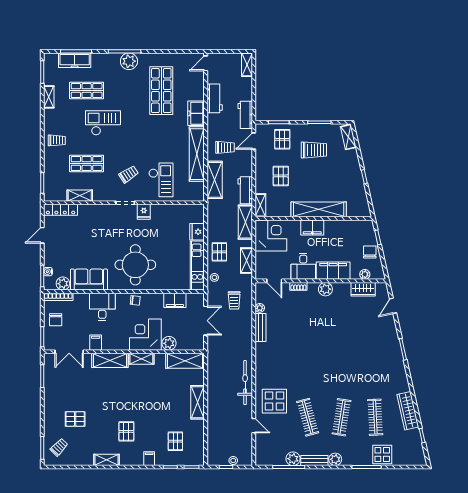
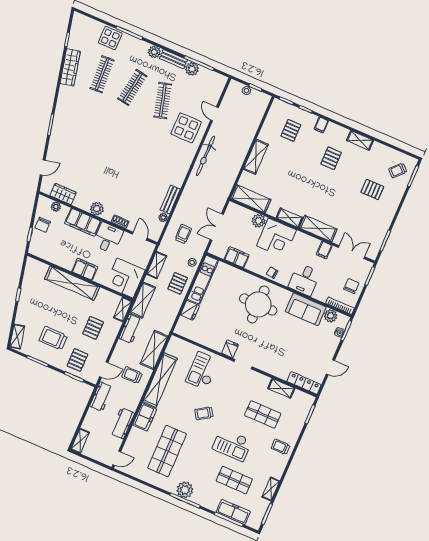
trolley: (129, 174) -> (204, 413), moved

